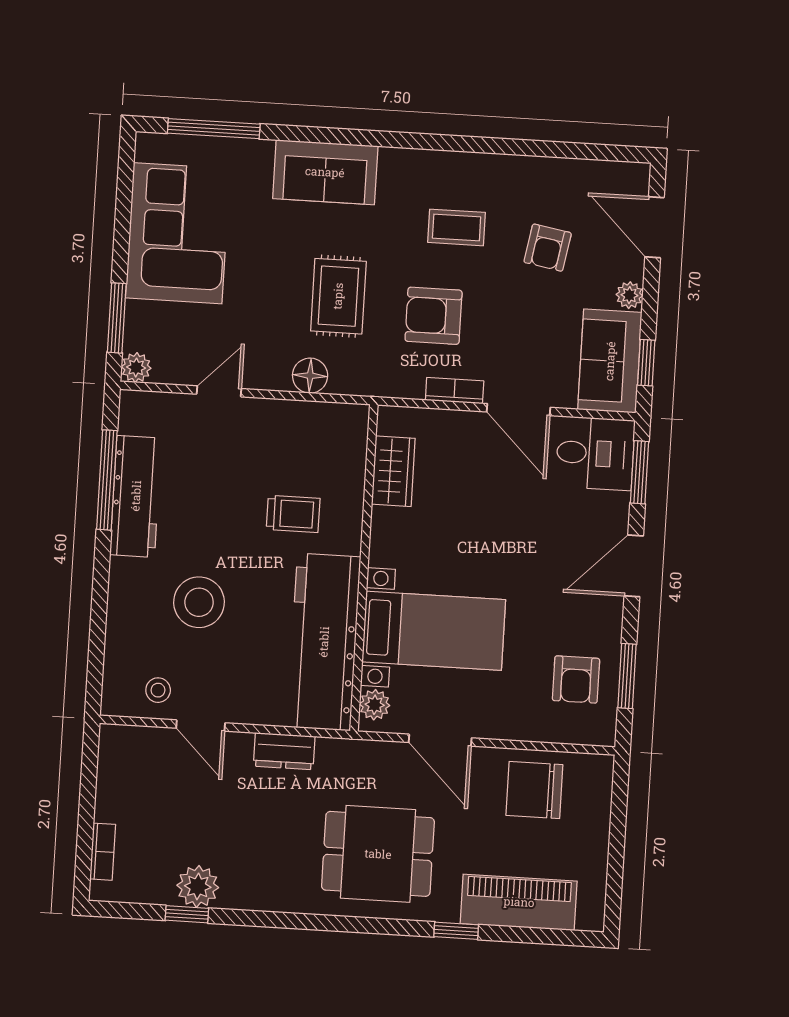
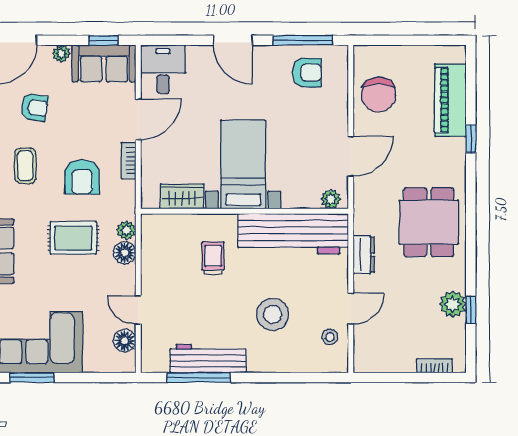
window: (117, 318) -> (32, 378), moved
floor lamp: (172, 367) -> (125, 341), added
plant: (136, 368) -> (126, 230), moved
window: (639, 472) -> (173, 40), removed
bed with nightstands: (434, 631) -> (243, 165), moved
window: (627, 676) -> (303, 40), width x1.44
dining table: (378, 854) -> (429, 222), moved

